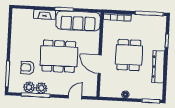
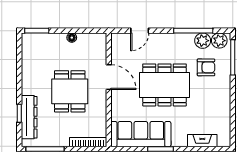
fireplace: (45, 14) -> (202, 141), moved
dresser: (158, 67) -> (29, 117), moved
plant: (41, 88) -> (219, 41), moved

